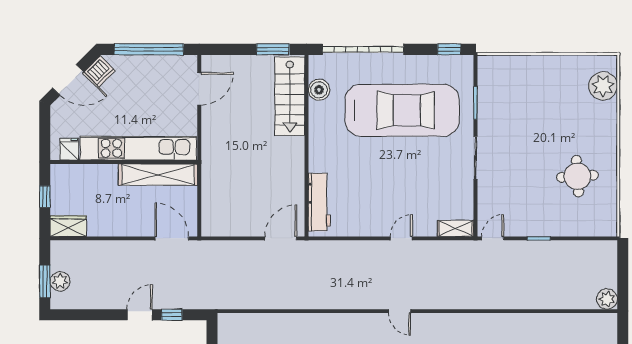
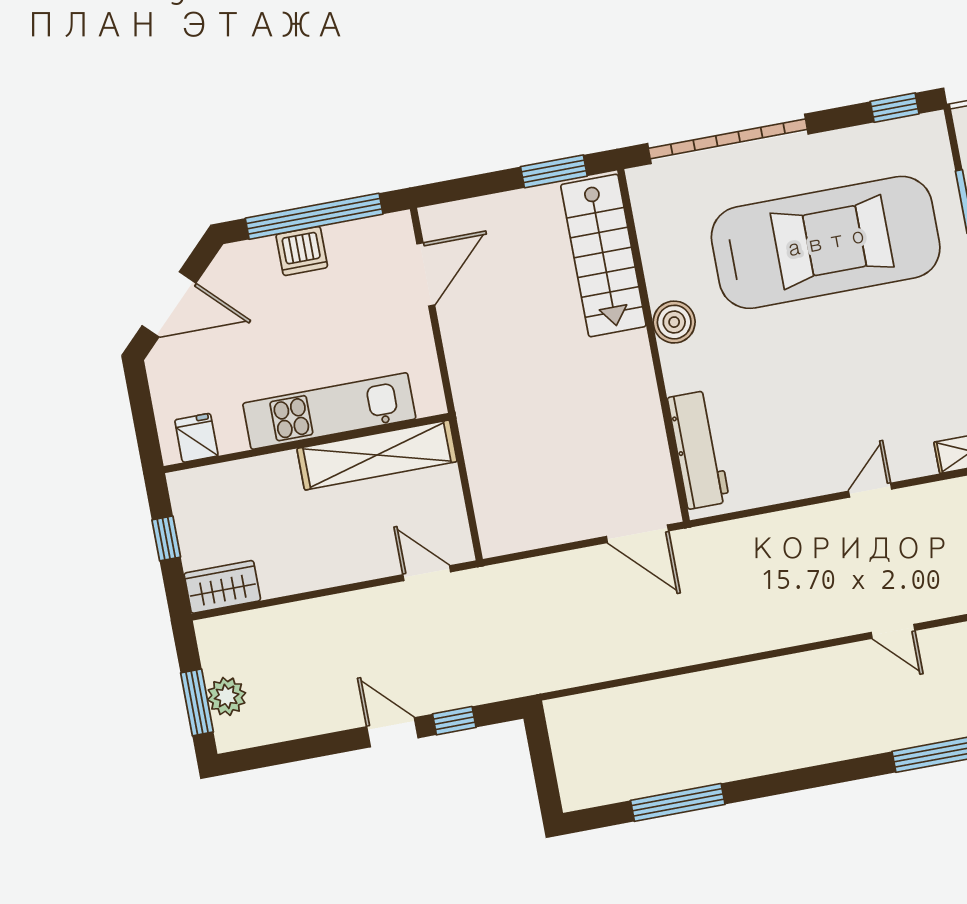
dishwasher: (100, 71) -> (302, 251), moved, turned 45
boiler: (319, 90) -> (674, 322), moved
kitchen unit: (138, 148) -> (329, 411), width x0.73
door: (172, 238) -> (427, 573), width x0.73
door: (281, 238) -> (637, 534), swing flipped
door: (140, 315) -> (392, 732), hinge flipped

